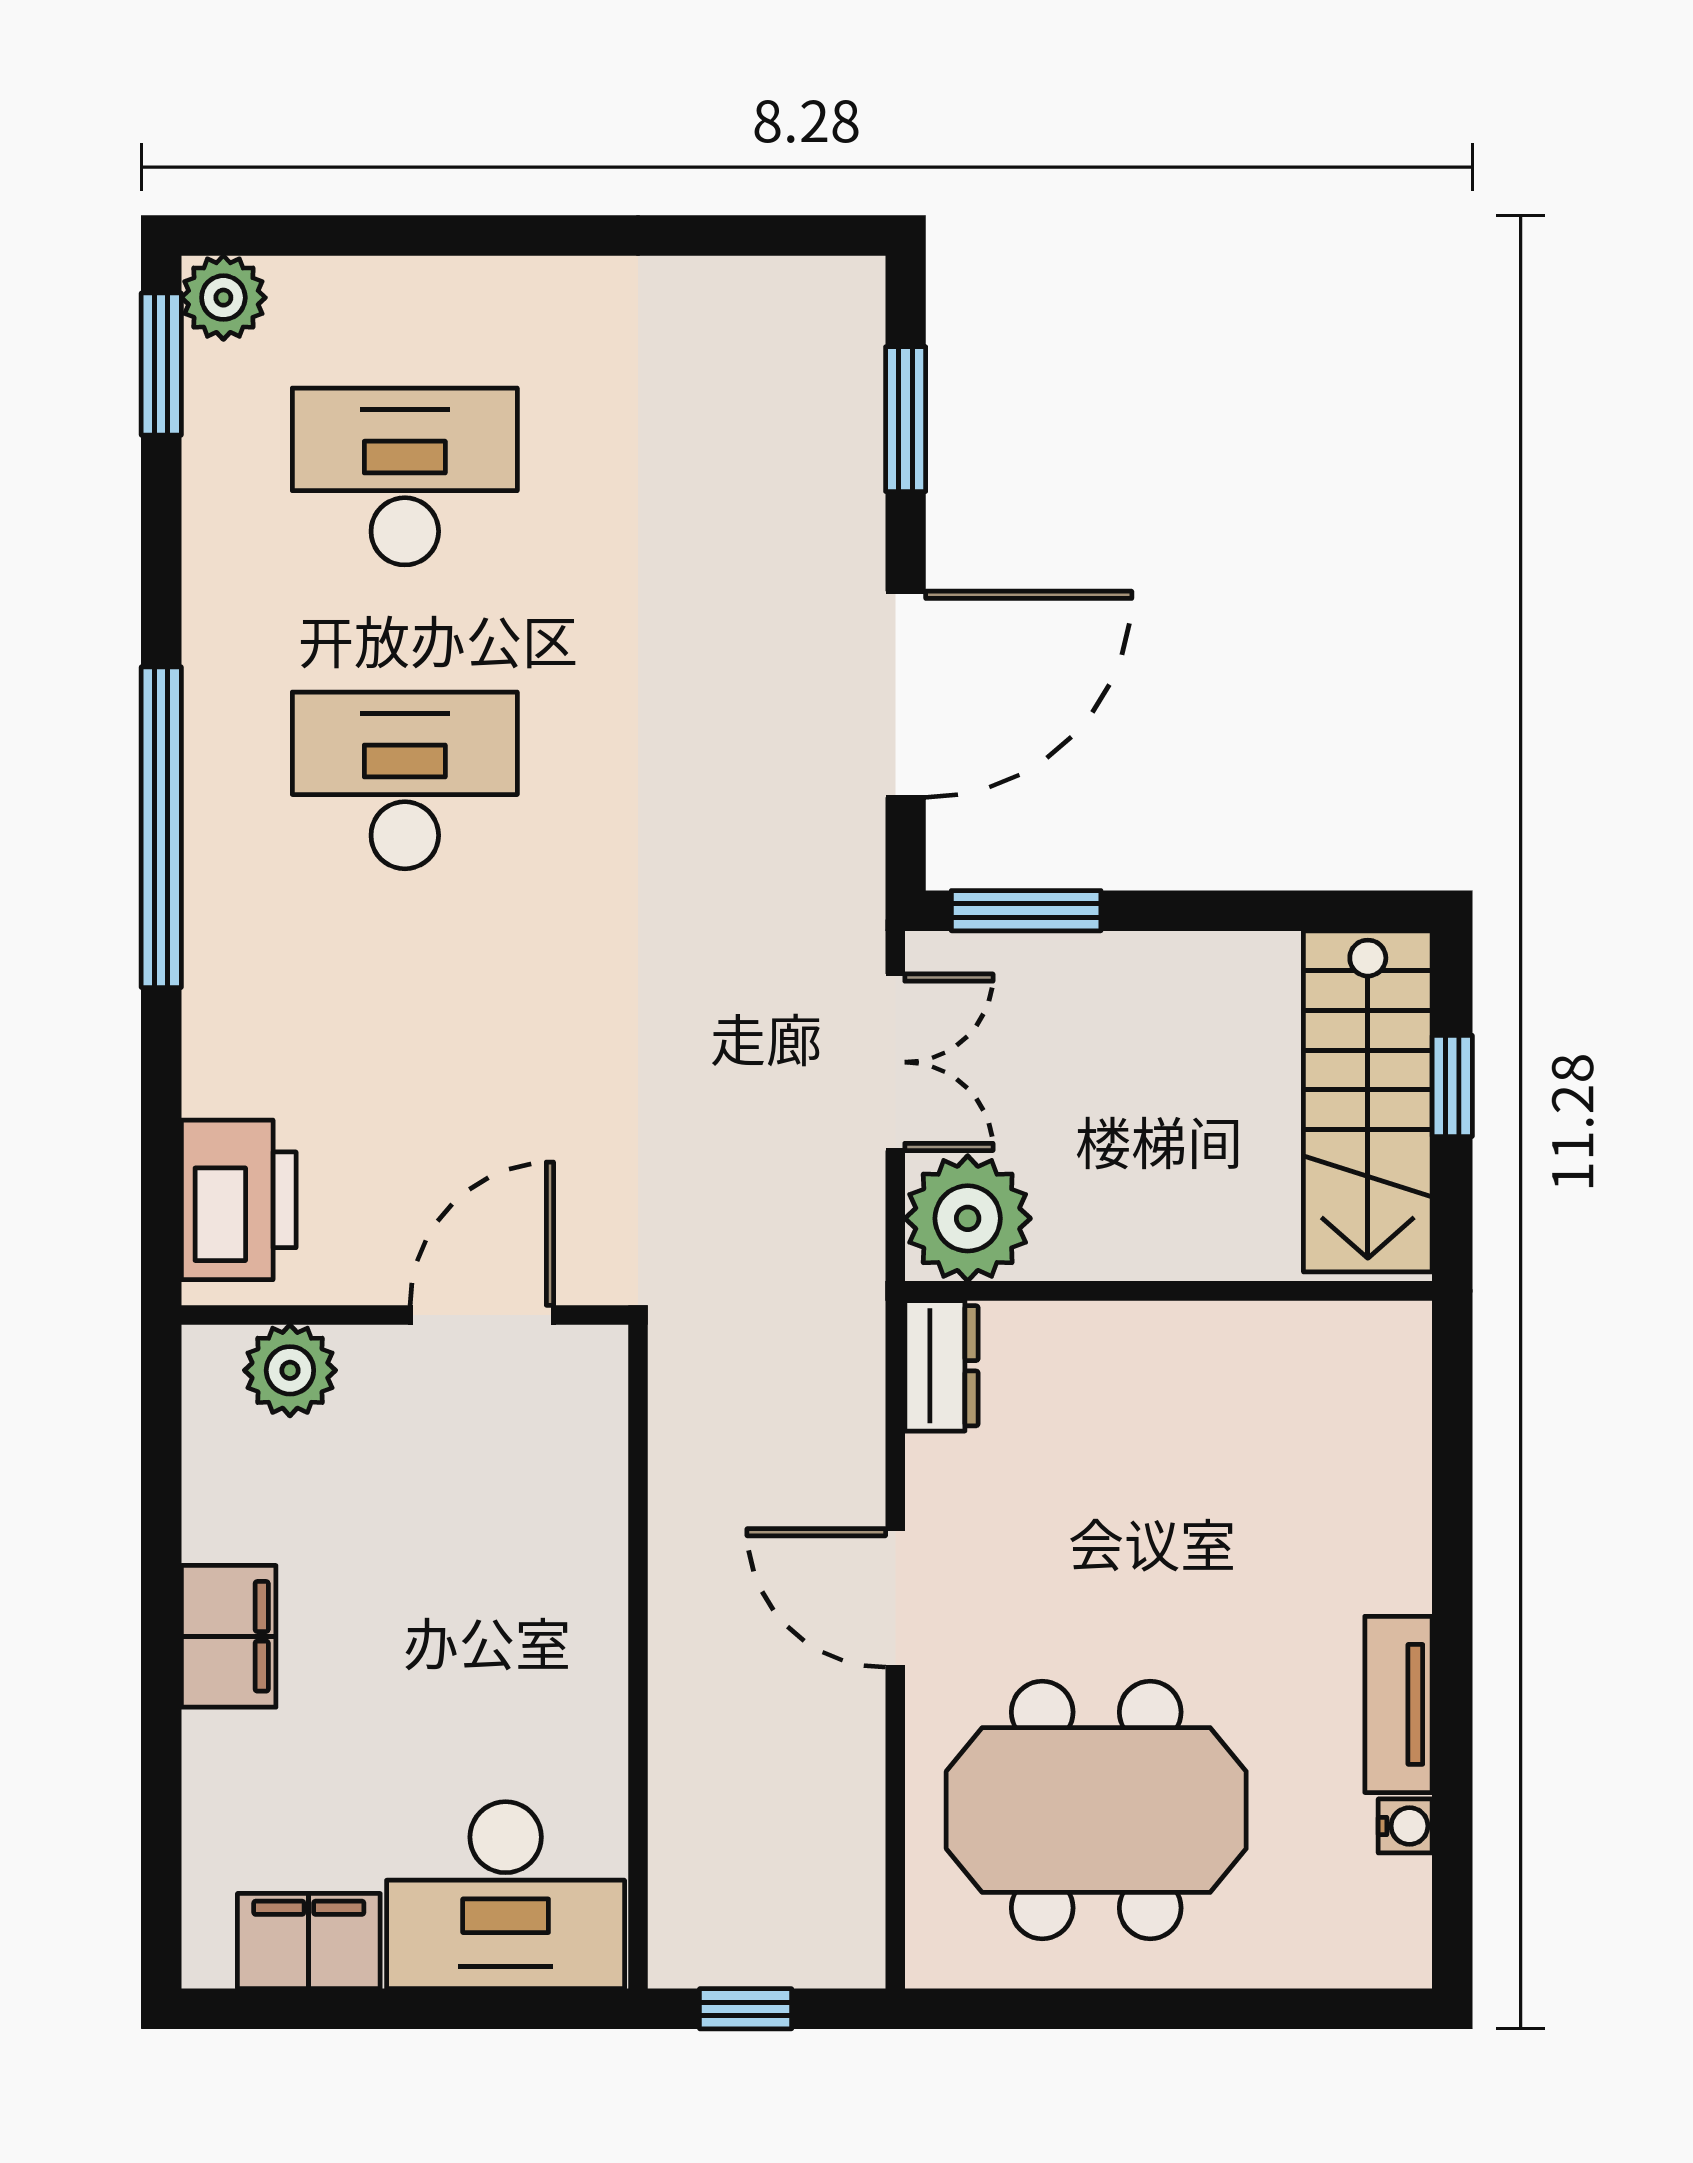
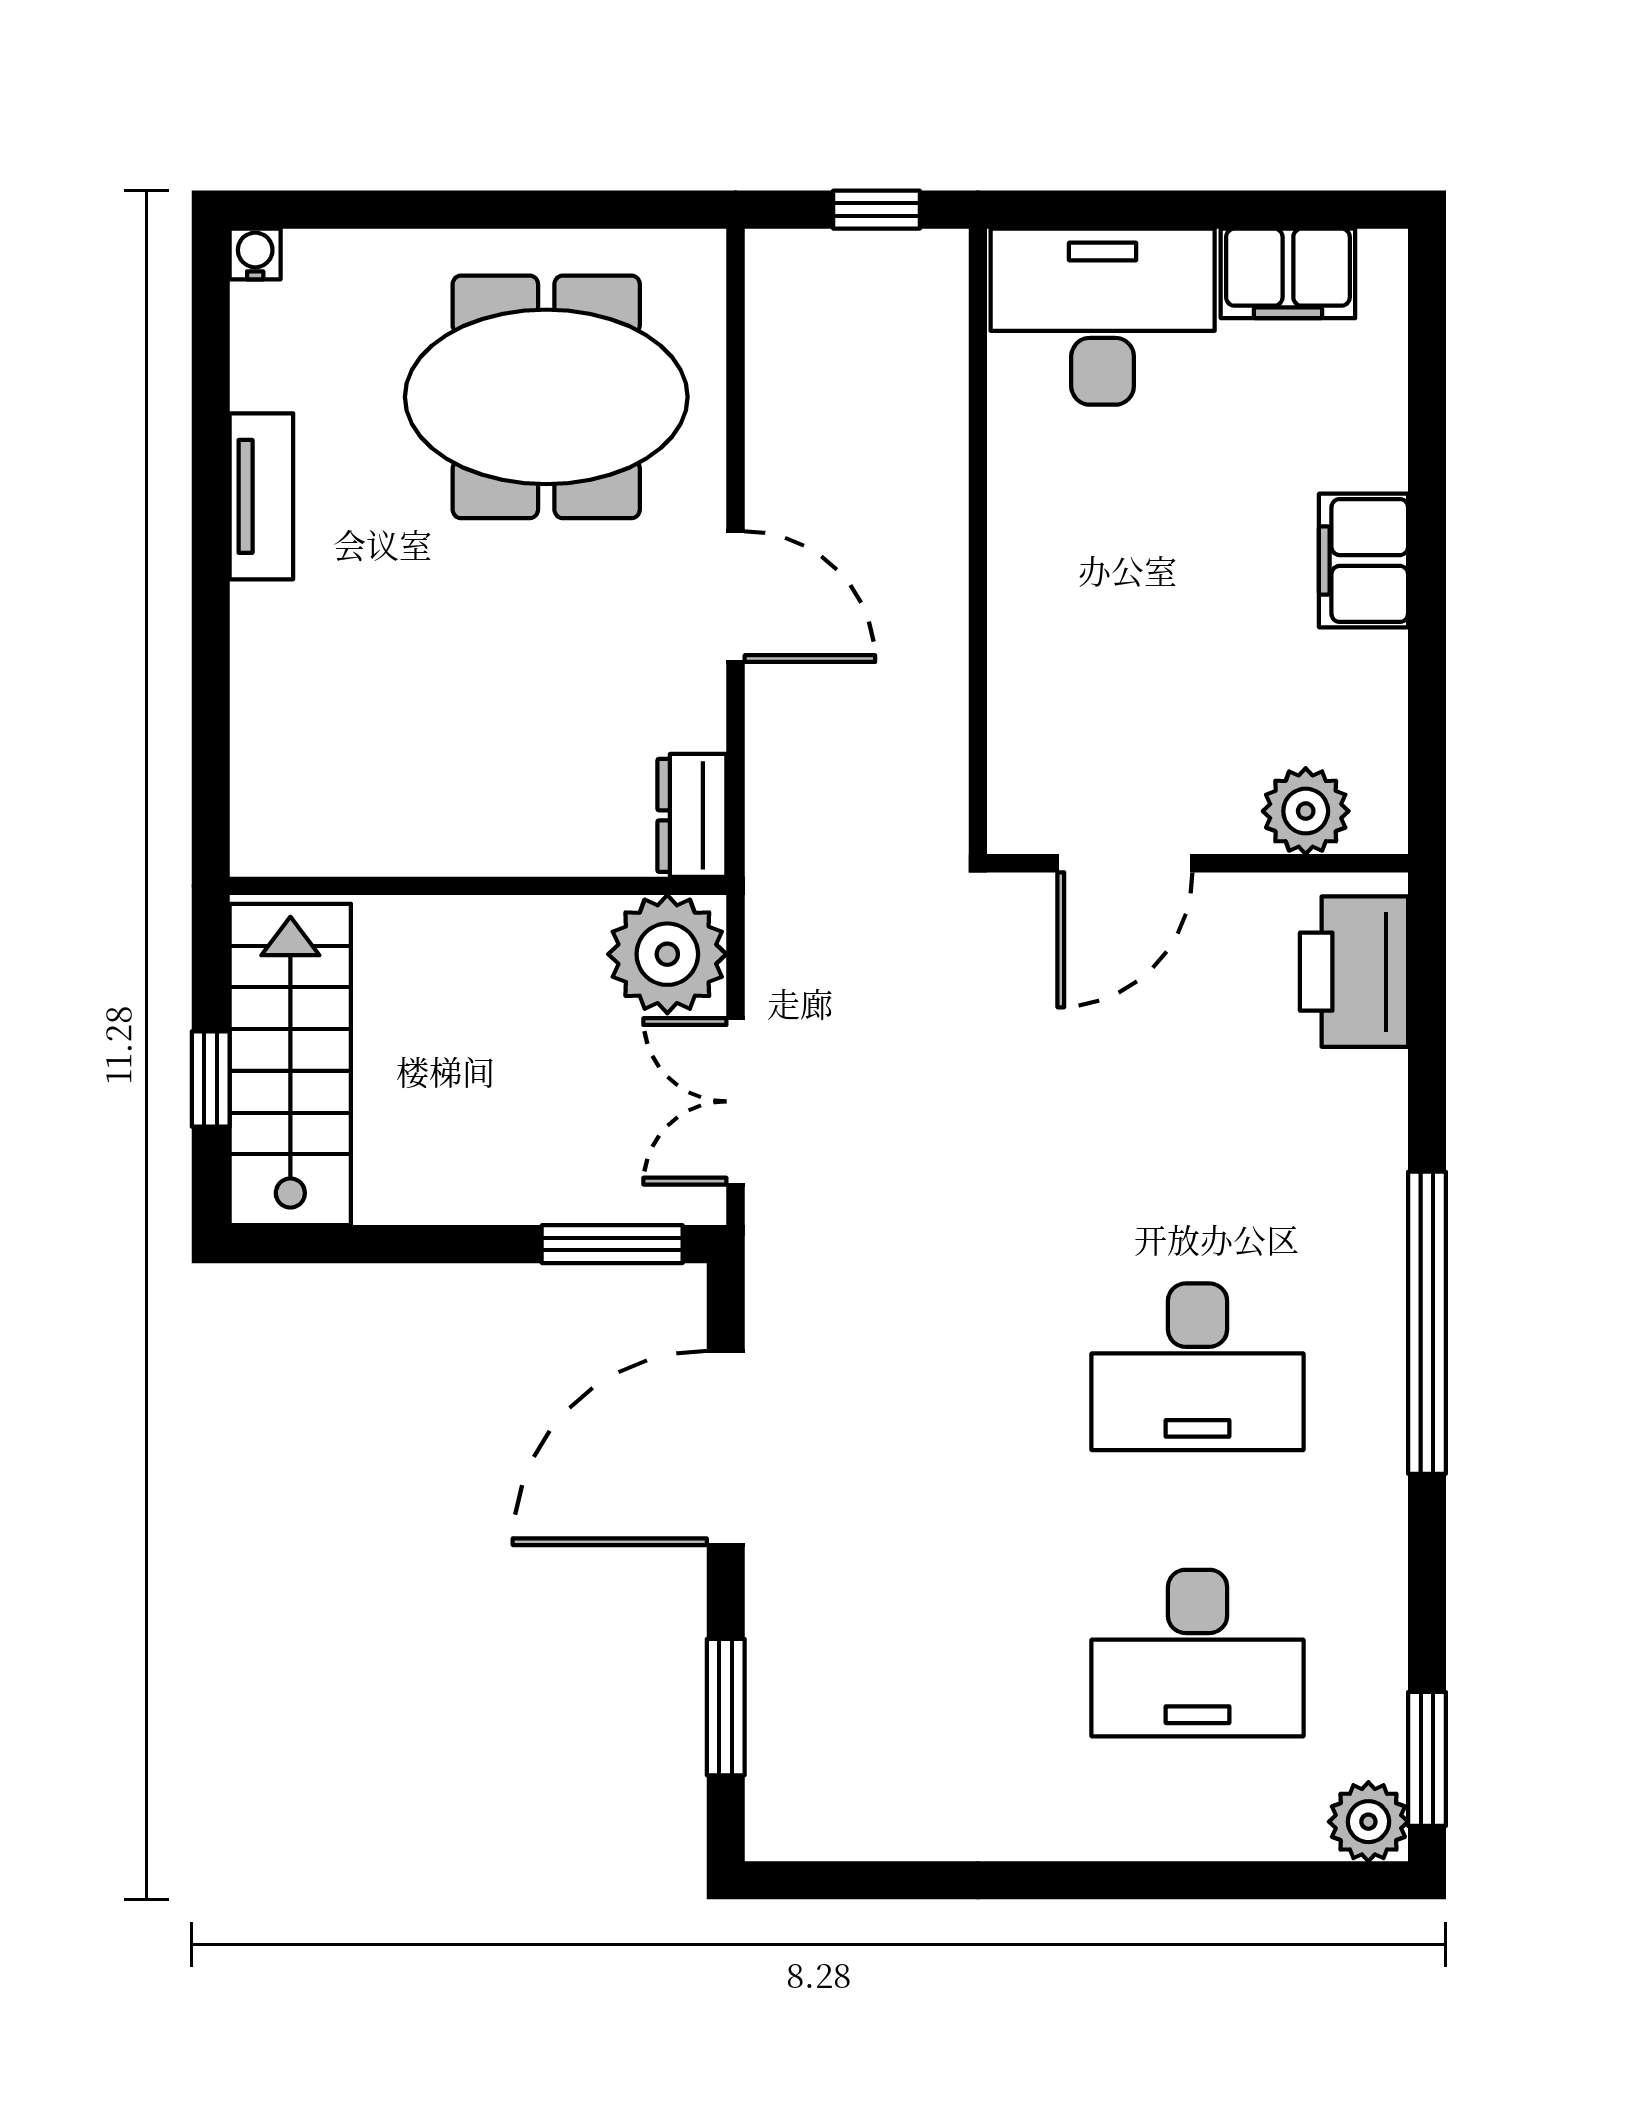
water cooler: (1405, 1826) -> (255, 254), moved, turned 90

